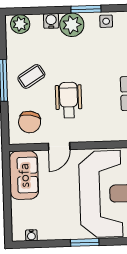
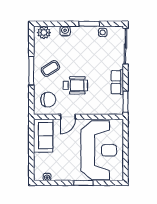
plant: (72, 25) -> (79, 34), removed
wheelchair: (69, 100) -> (75, 85), turned 90
chair: (30, 122) -> (48, 100), turned -99

